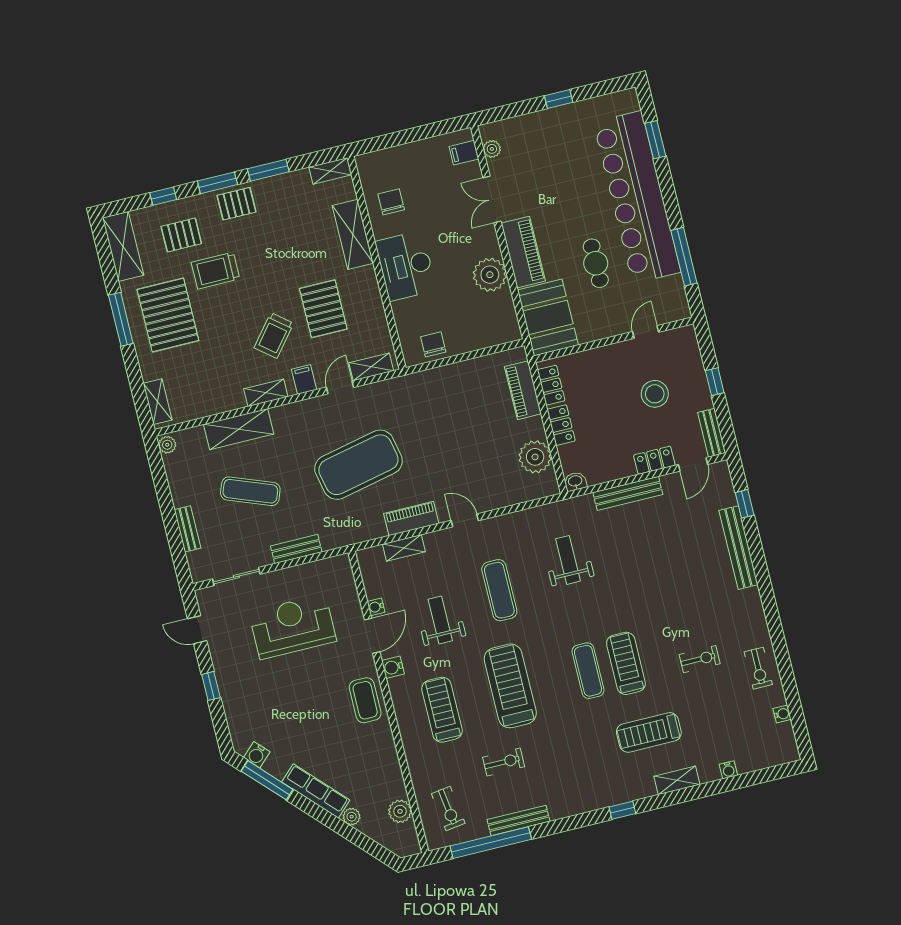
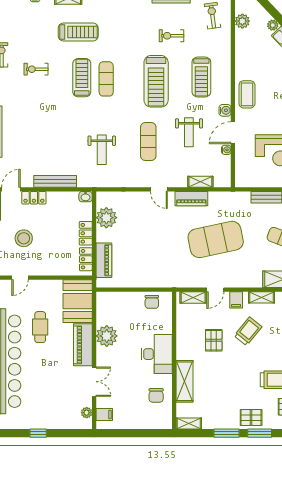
pallet: (323, 309) -> (214, 340), width x0.67, depth x0.71
treadmill: (626, 663) -> (82, 78), turned 180

